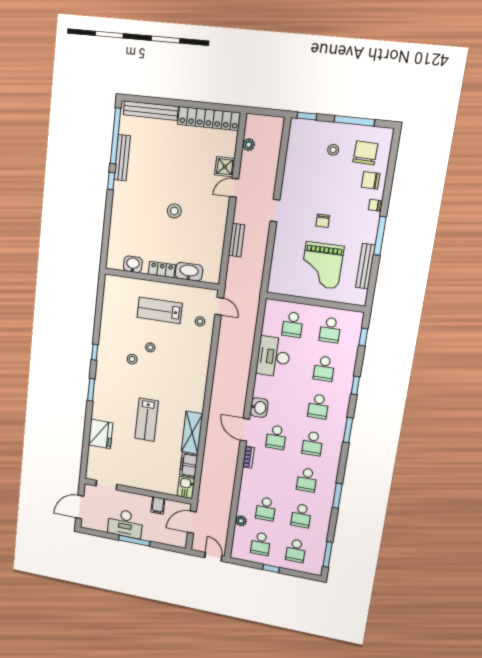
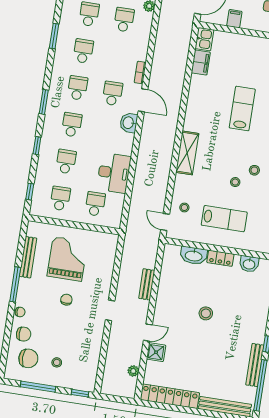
chair: (365, 153) -> (28, 358), turned -92
shelving: (192, 433) -> (187, 153), moved

